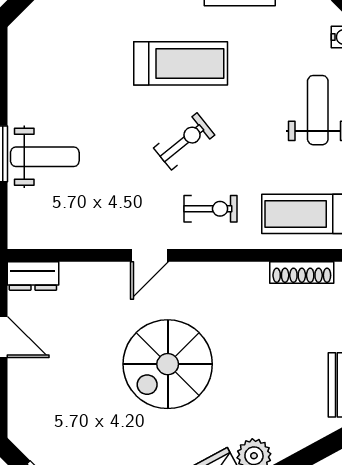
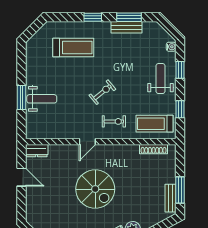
treadmill: (181, 63) -> (73, 47), moved
spiral stairs: (168, 364) -> (95, 189), turned -90

